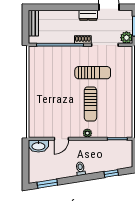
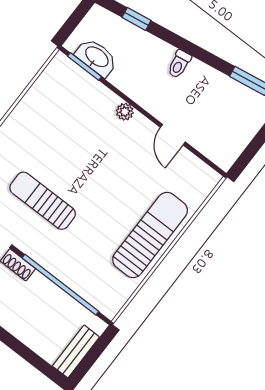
sun lounger: (90, 104) -> (150, 235), moved, width x1.36, depth x1.34
door: (61, 139) -> (173, 135), swing flipped
washbasin: (38, 146) -> (96, 57), moved

